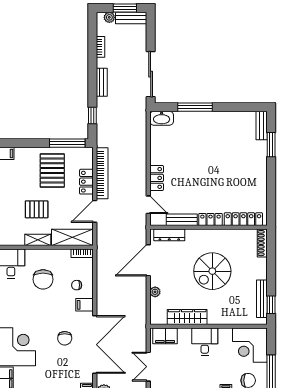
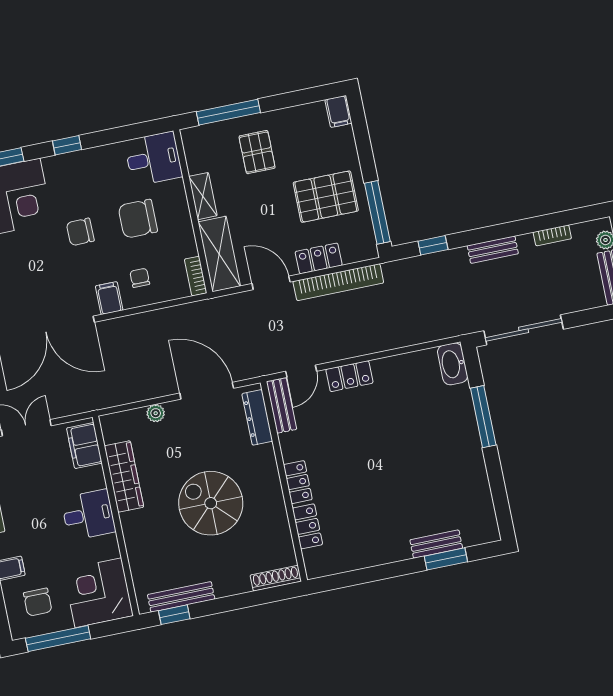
bench: (262, 125) -> (436, 544), moved
pallet: (37, 209) -> (257, 152), moved
locker: (243, 219) -> (307, 526), width x0.66
bench: (182, 220) -> (282, 405), moved
chair: (65, 338) -> (80, 232), moved

